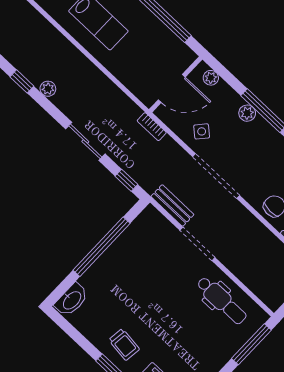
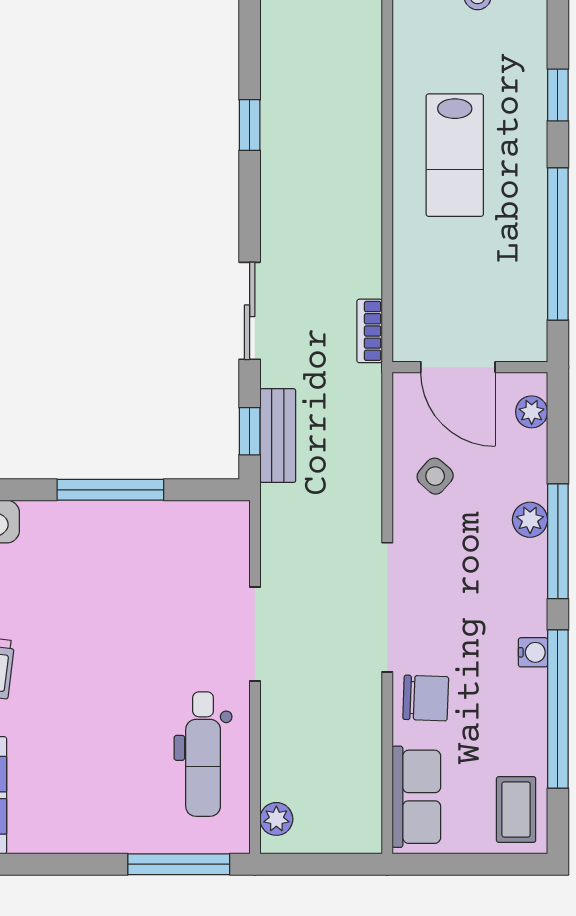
plant: (48, 89) -> (276, 819), moved
bookcase: (152, 127) -> (370, 331), moved
doorway: (216, 176) -> (387, 607), moved
bench: (172, 206) -> (278, 436), moved
window: (101, 247) -> (110, 490), width x0.68

